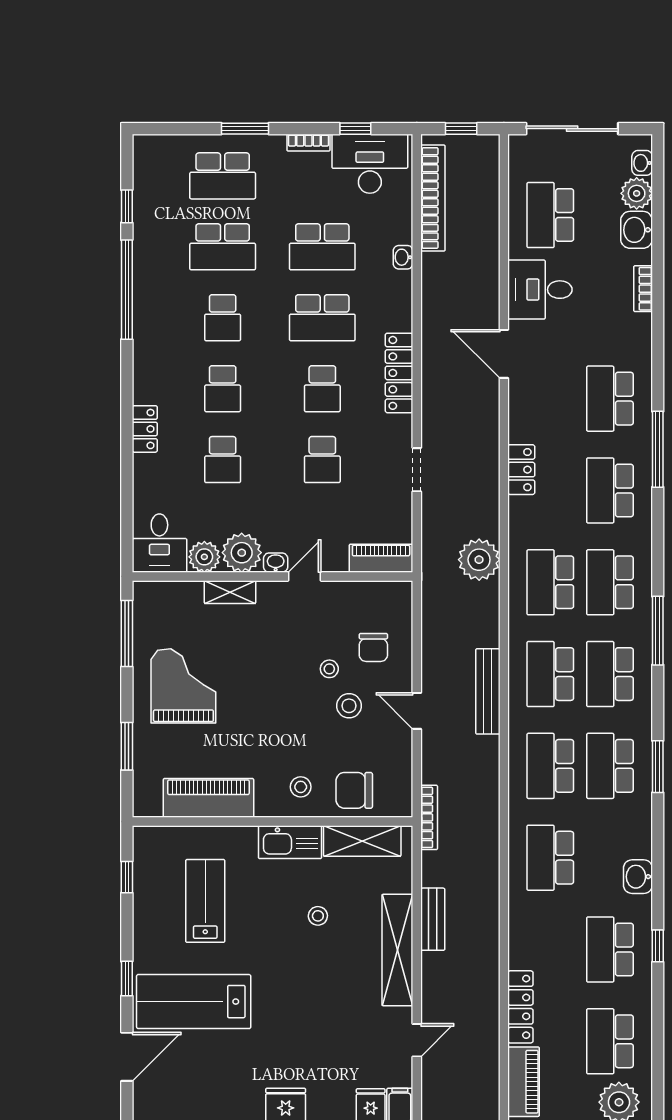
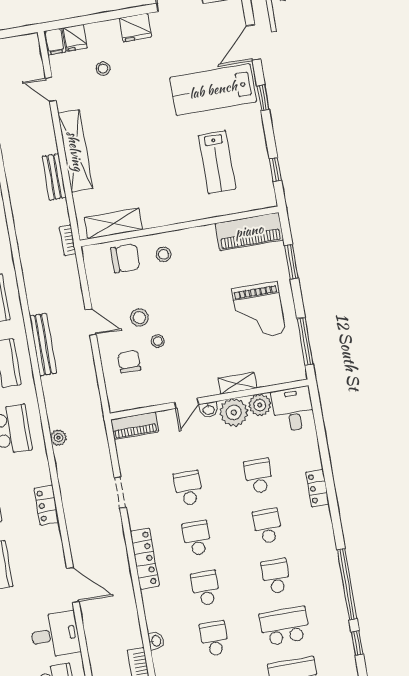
school desk: (322, 247) -> (214, 638), width x0.54
school desk: (322, 318) -> (206, 588), width x0.54
plant: (479, 560) -> (58, 438), width x0.53, depth x0.53
piano: (208, 798) -> (249, 231), moved
bookcase: (429, 817) -> (68, 240), width x0.64
kitchen sink: (290, 842) -> (164, 214), removed
stool: (318, 916) -> (103, 69), moved
lab bench: (194, 1002) -> (213, 90), turned 180
door: (417, 1040) -> (51, 89), hinge flipped

